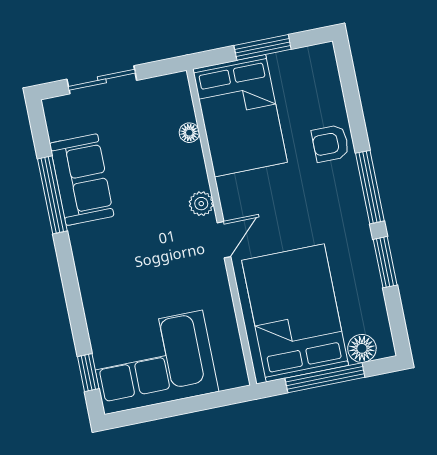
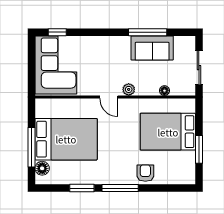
floor lamp: (189, 133) -> (164, 91), moved
plant: (201, 204) -> (129, 89), moved
wall: (221, 227) -> (115, 97), moved
door: (224, 240) -> (109, 97), moved

